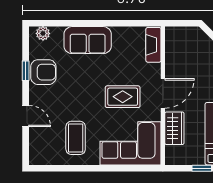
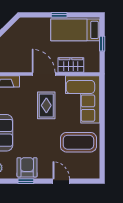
door: (26, 116) -> (61, 181), hinge flipped
coffee table: (76, 138) -> (78, 142), width x1.36, depth x1.32

